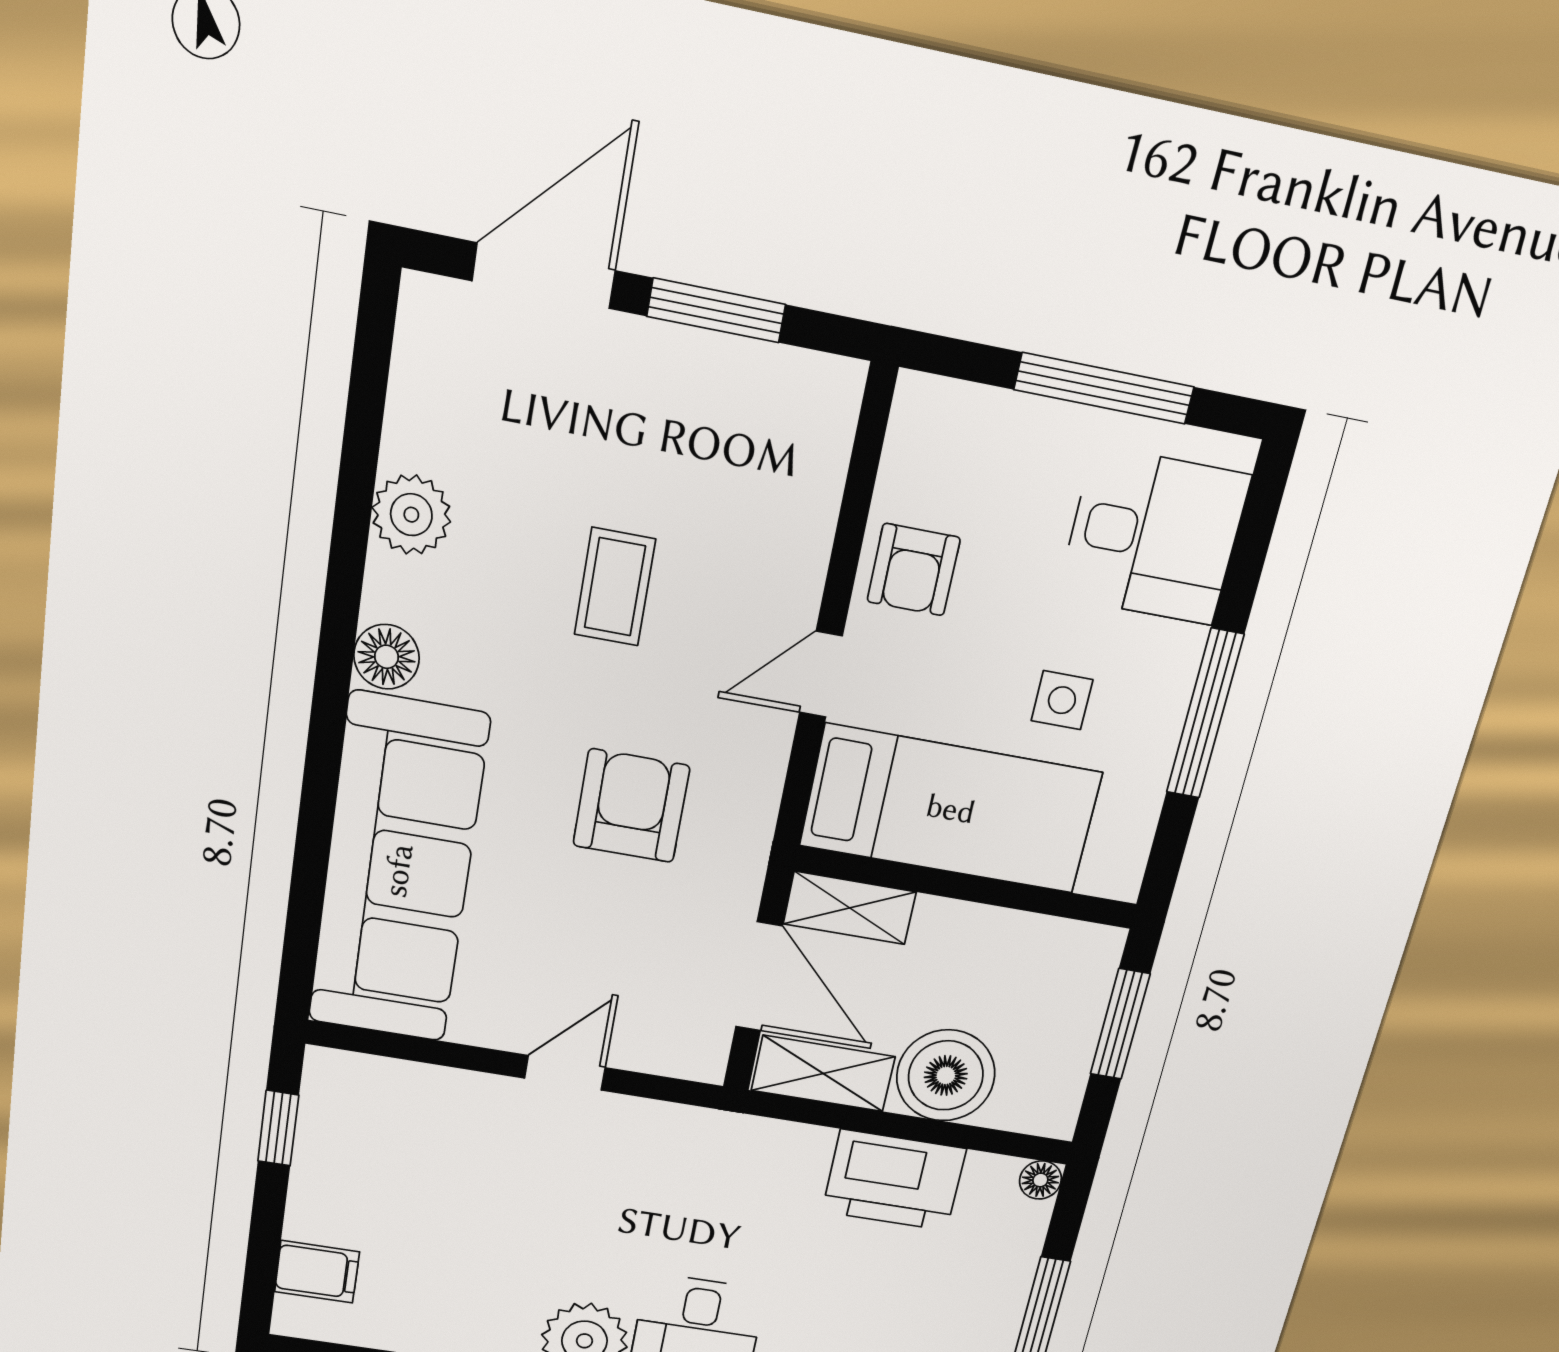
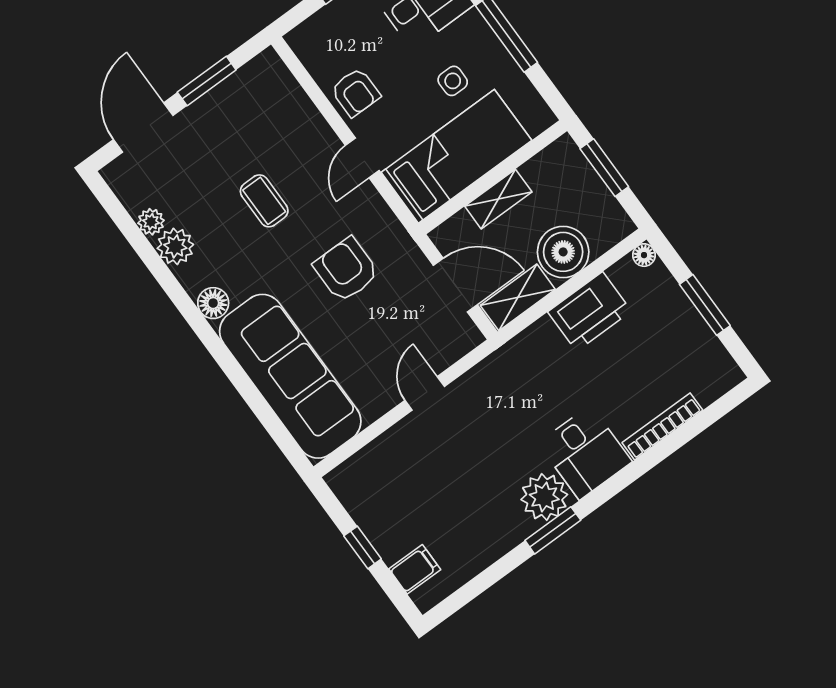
plant: (410, 438) -> (151, 222), added
shelving: (850, 908) -> (498, 199), moved
window: (278, 1128) -> (363, 547), moved

